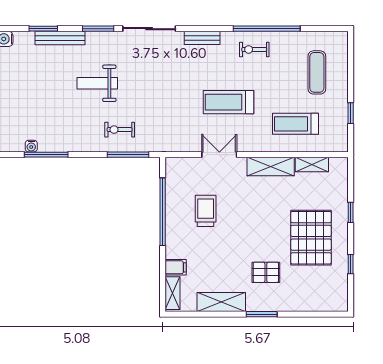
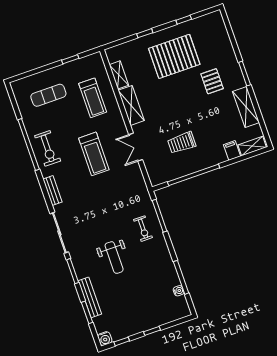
exercise bike: (254, 49) -> (48, 148), width x1.38, depth x1.39

